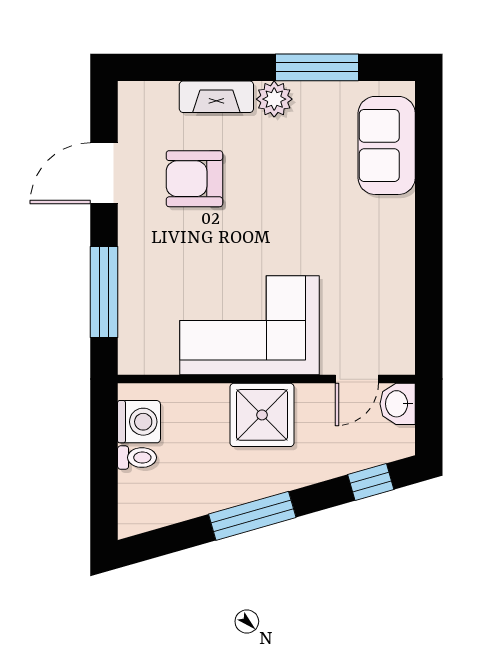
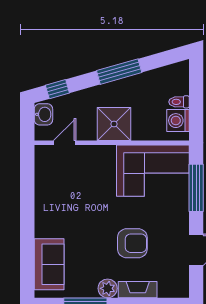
armchair: (194, 179) -> (132, 243), moved
corner sofa: (250, 325) -> (153, 171), moved
washbasin: (398, 404) -> (43, 114), moved

